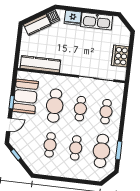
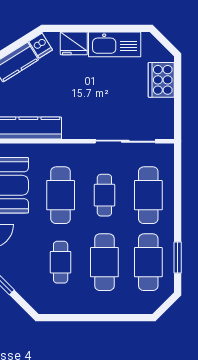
cooker: (120, 56) -> (161, 80), moved
cafe table: (106, 112) -> (148, 195), width x1.37, depth x1.35
cafe table: (76, 148) -> (104, 262), width x1.37, depth x1.35

